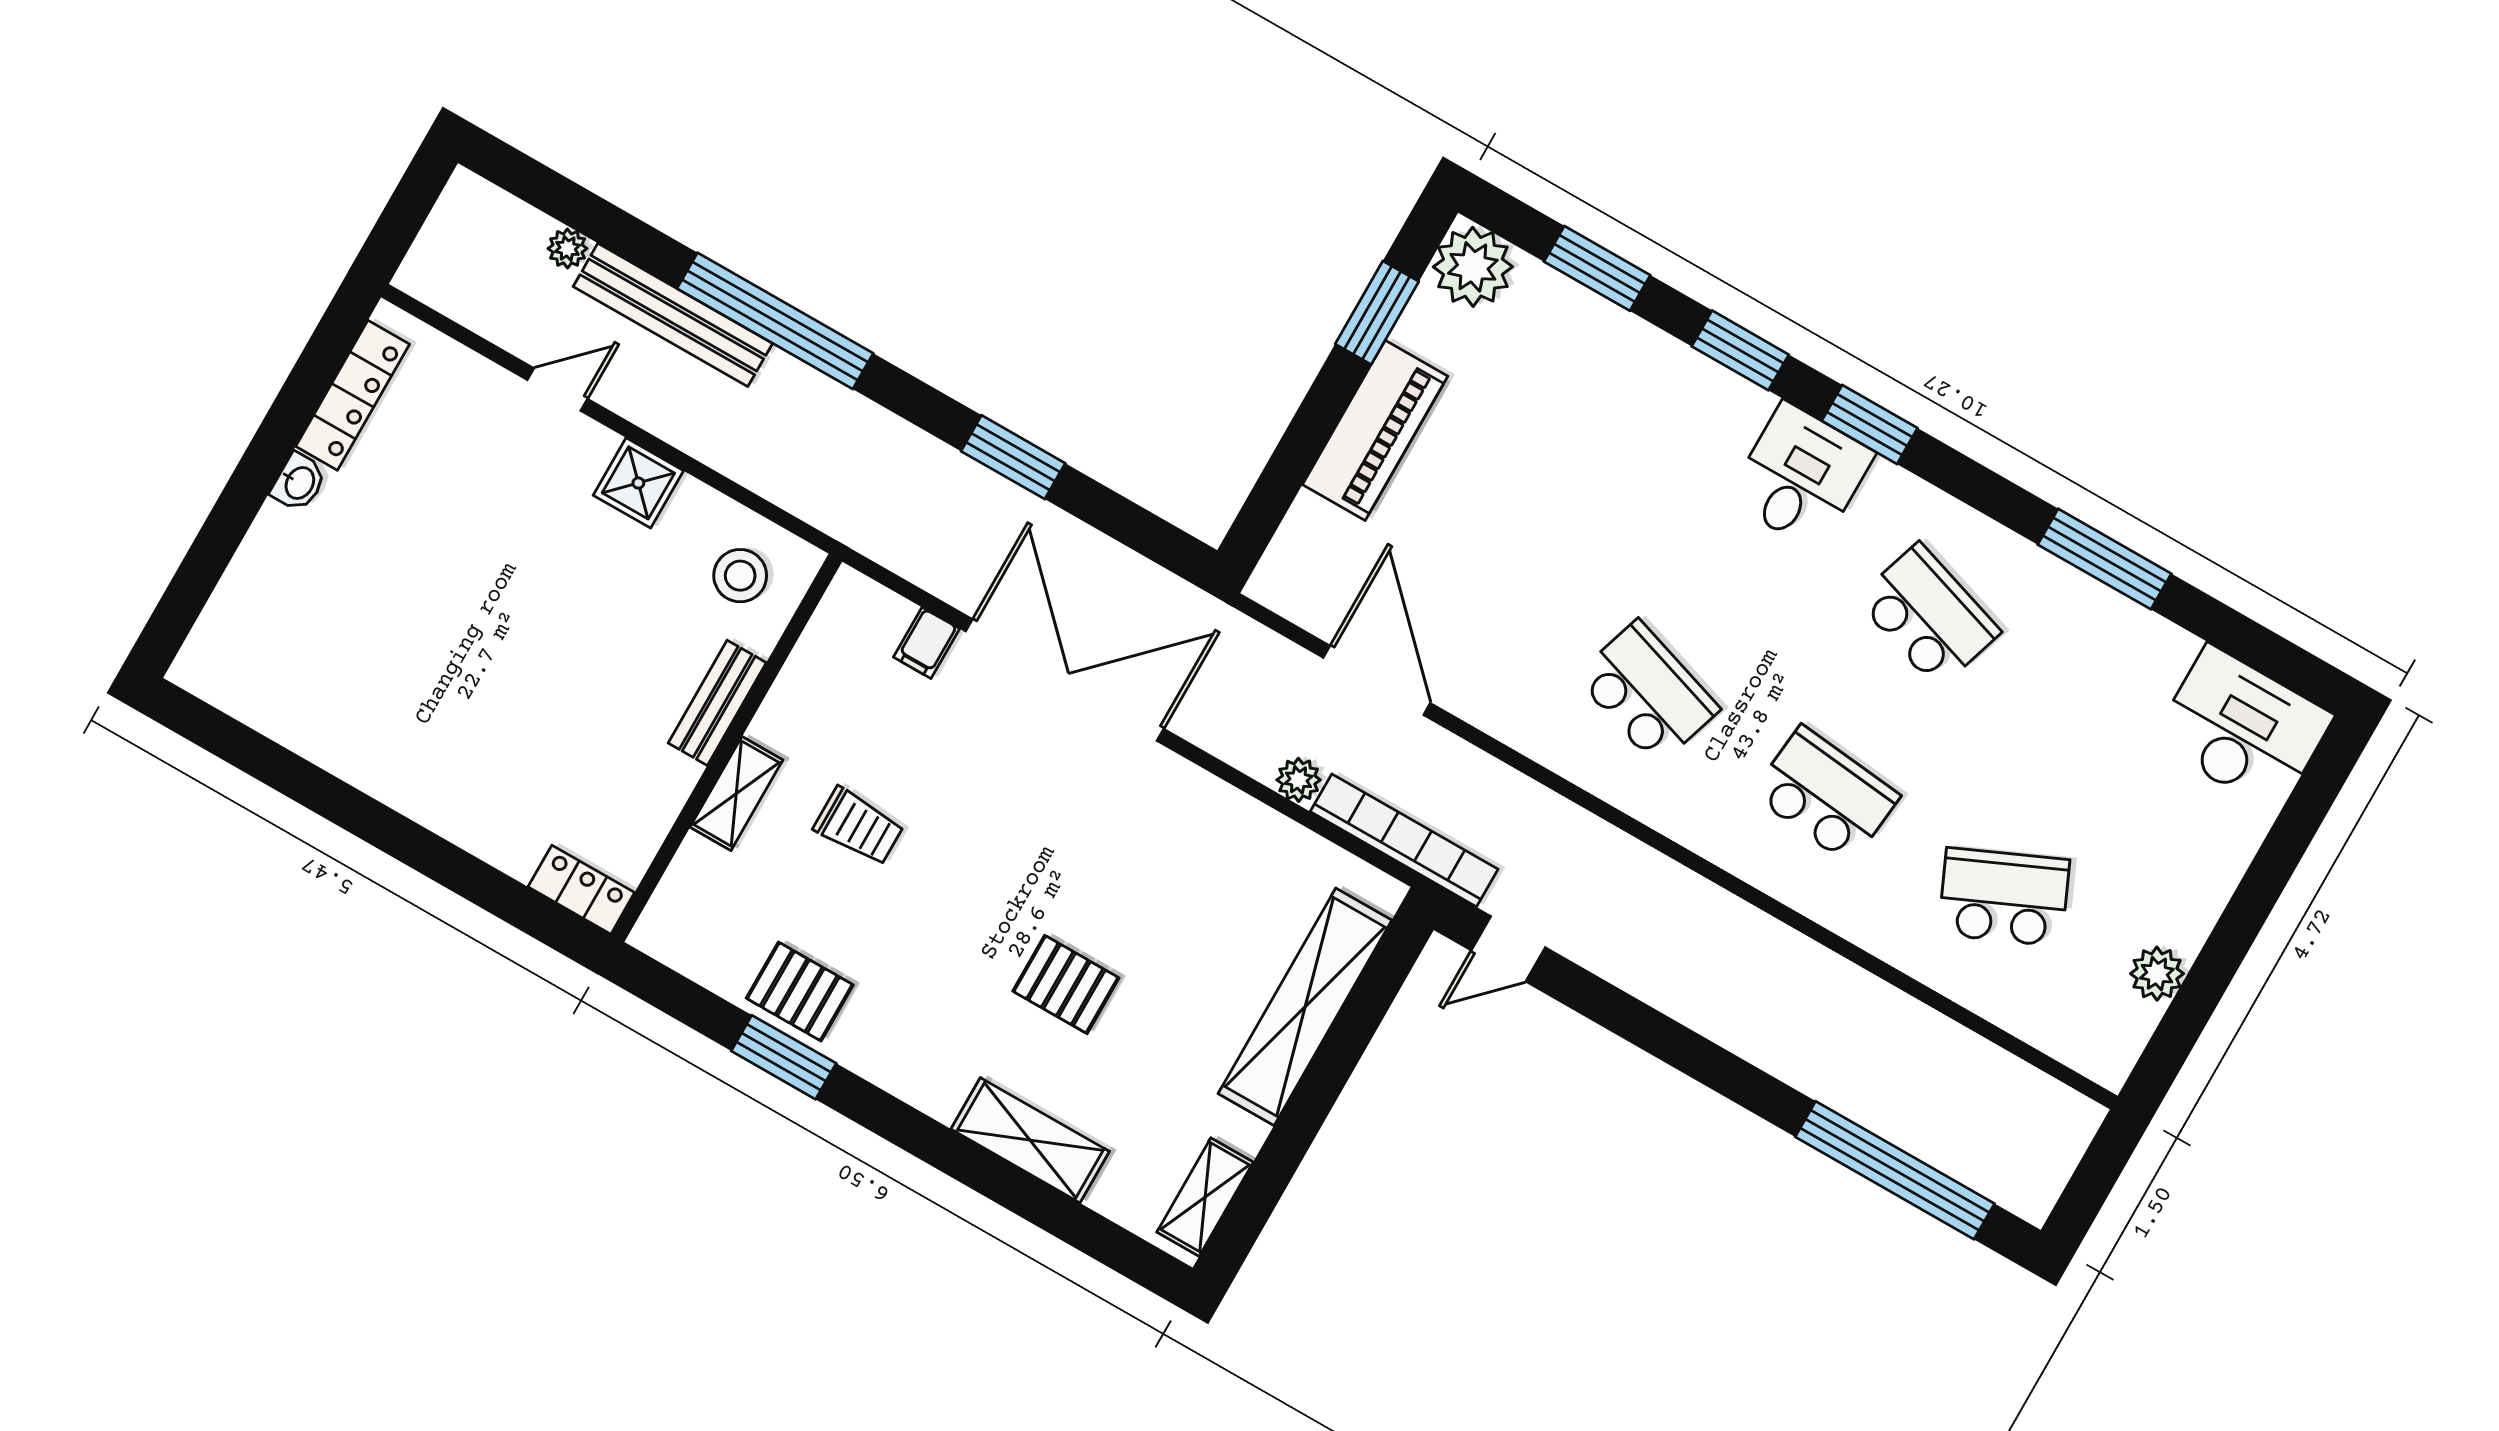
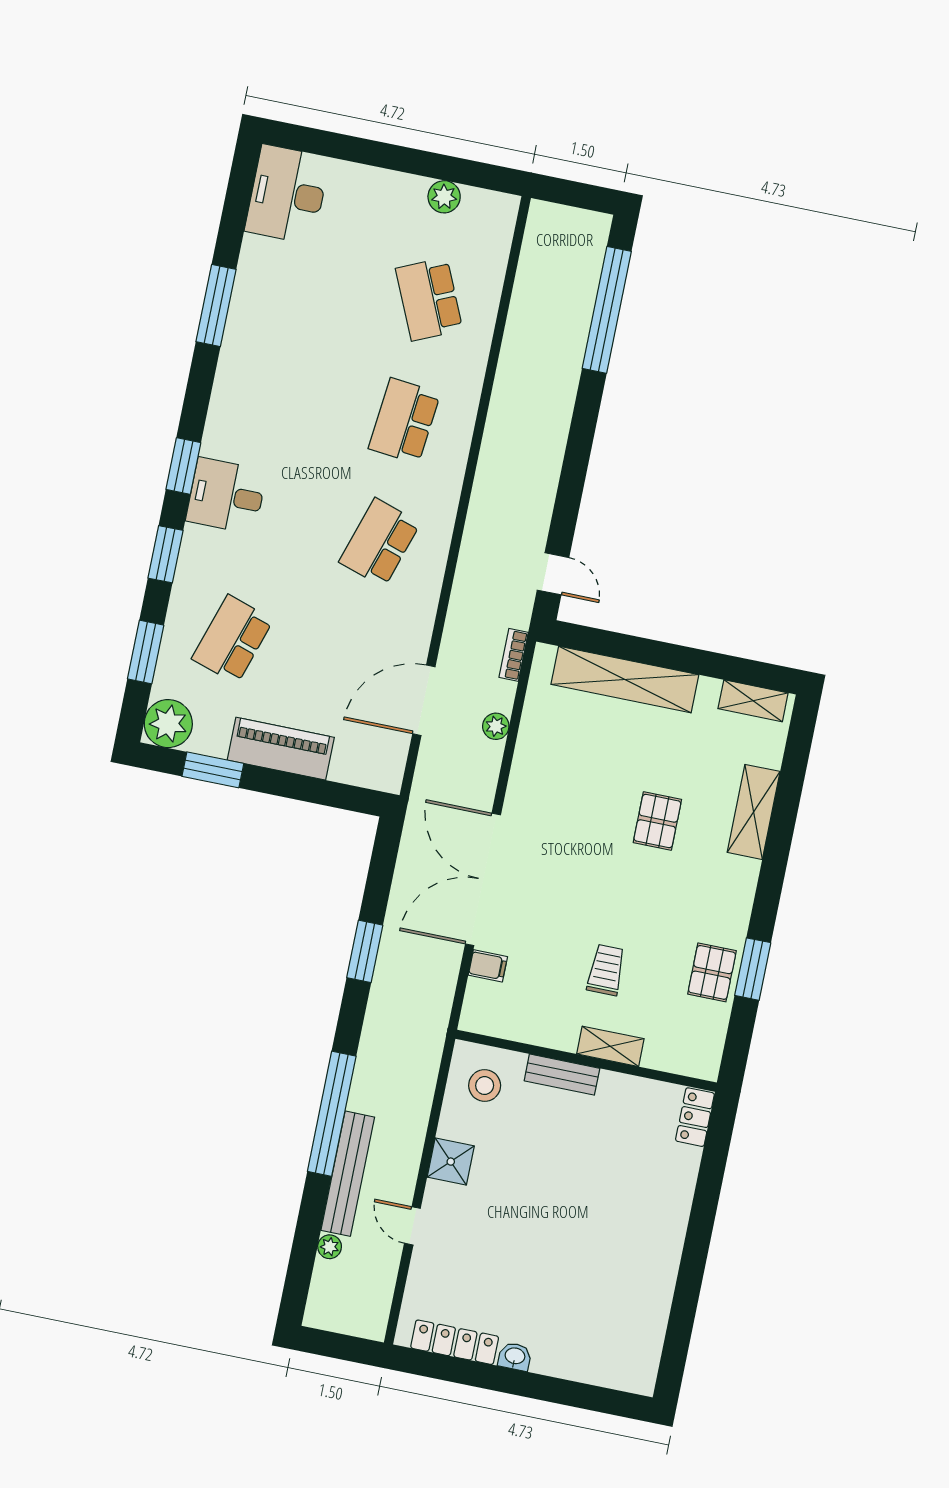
school desk: (1928, 616) -> (232, 639), moved
bookcase: (1404, 840) -> (514, 655), width x0.43, depth x0.76

